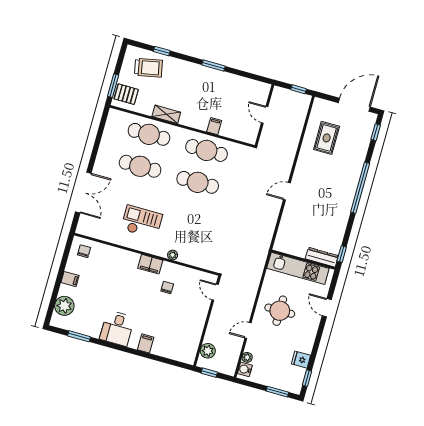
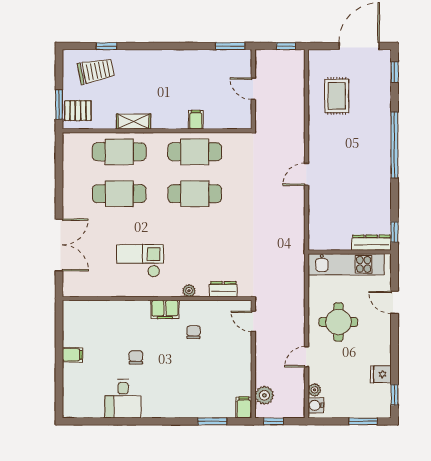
window: (214, 66) -> (230, 46), moved
chair: (84, 251) -> (136, 357), moved
dresser: (199, 261) -> (223, 289), added
plant: (64, 306) -> (75, 389), removed
desk: (117, 328) -> (123, 399), moved
window: (79, 336) -> (212, 421), moved
filing cabinet: (146, 343) -> (244, 407), moved

